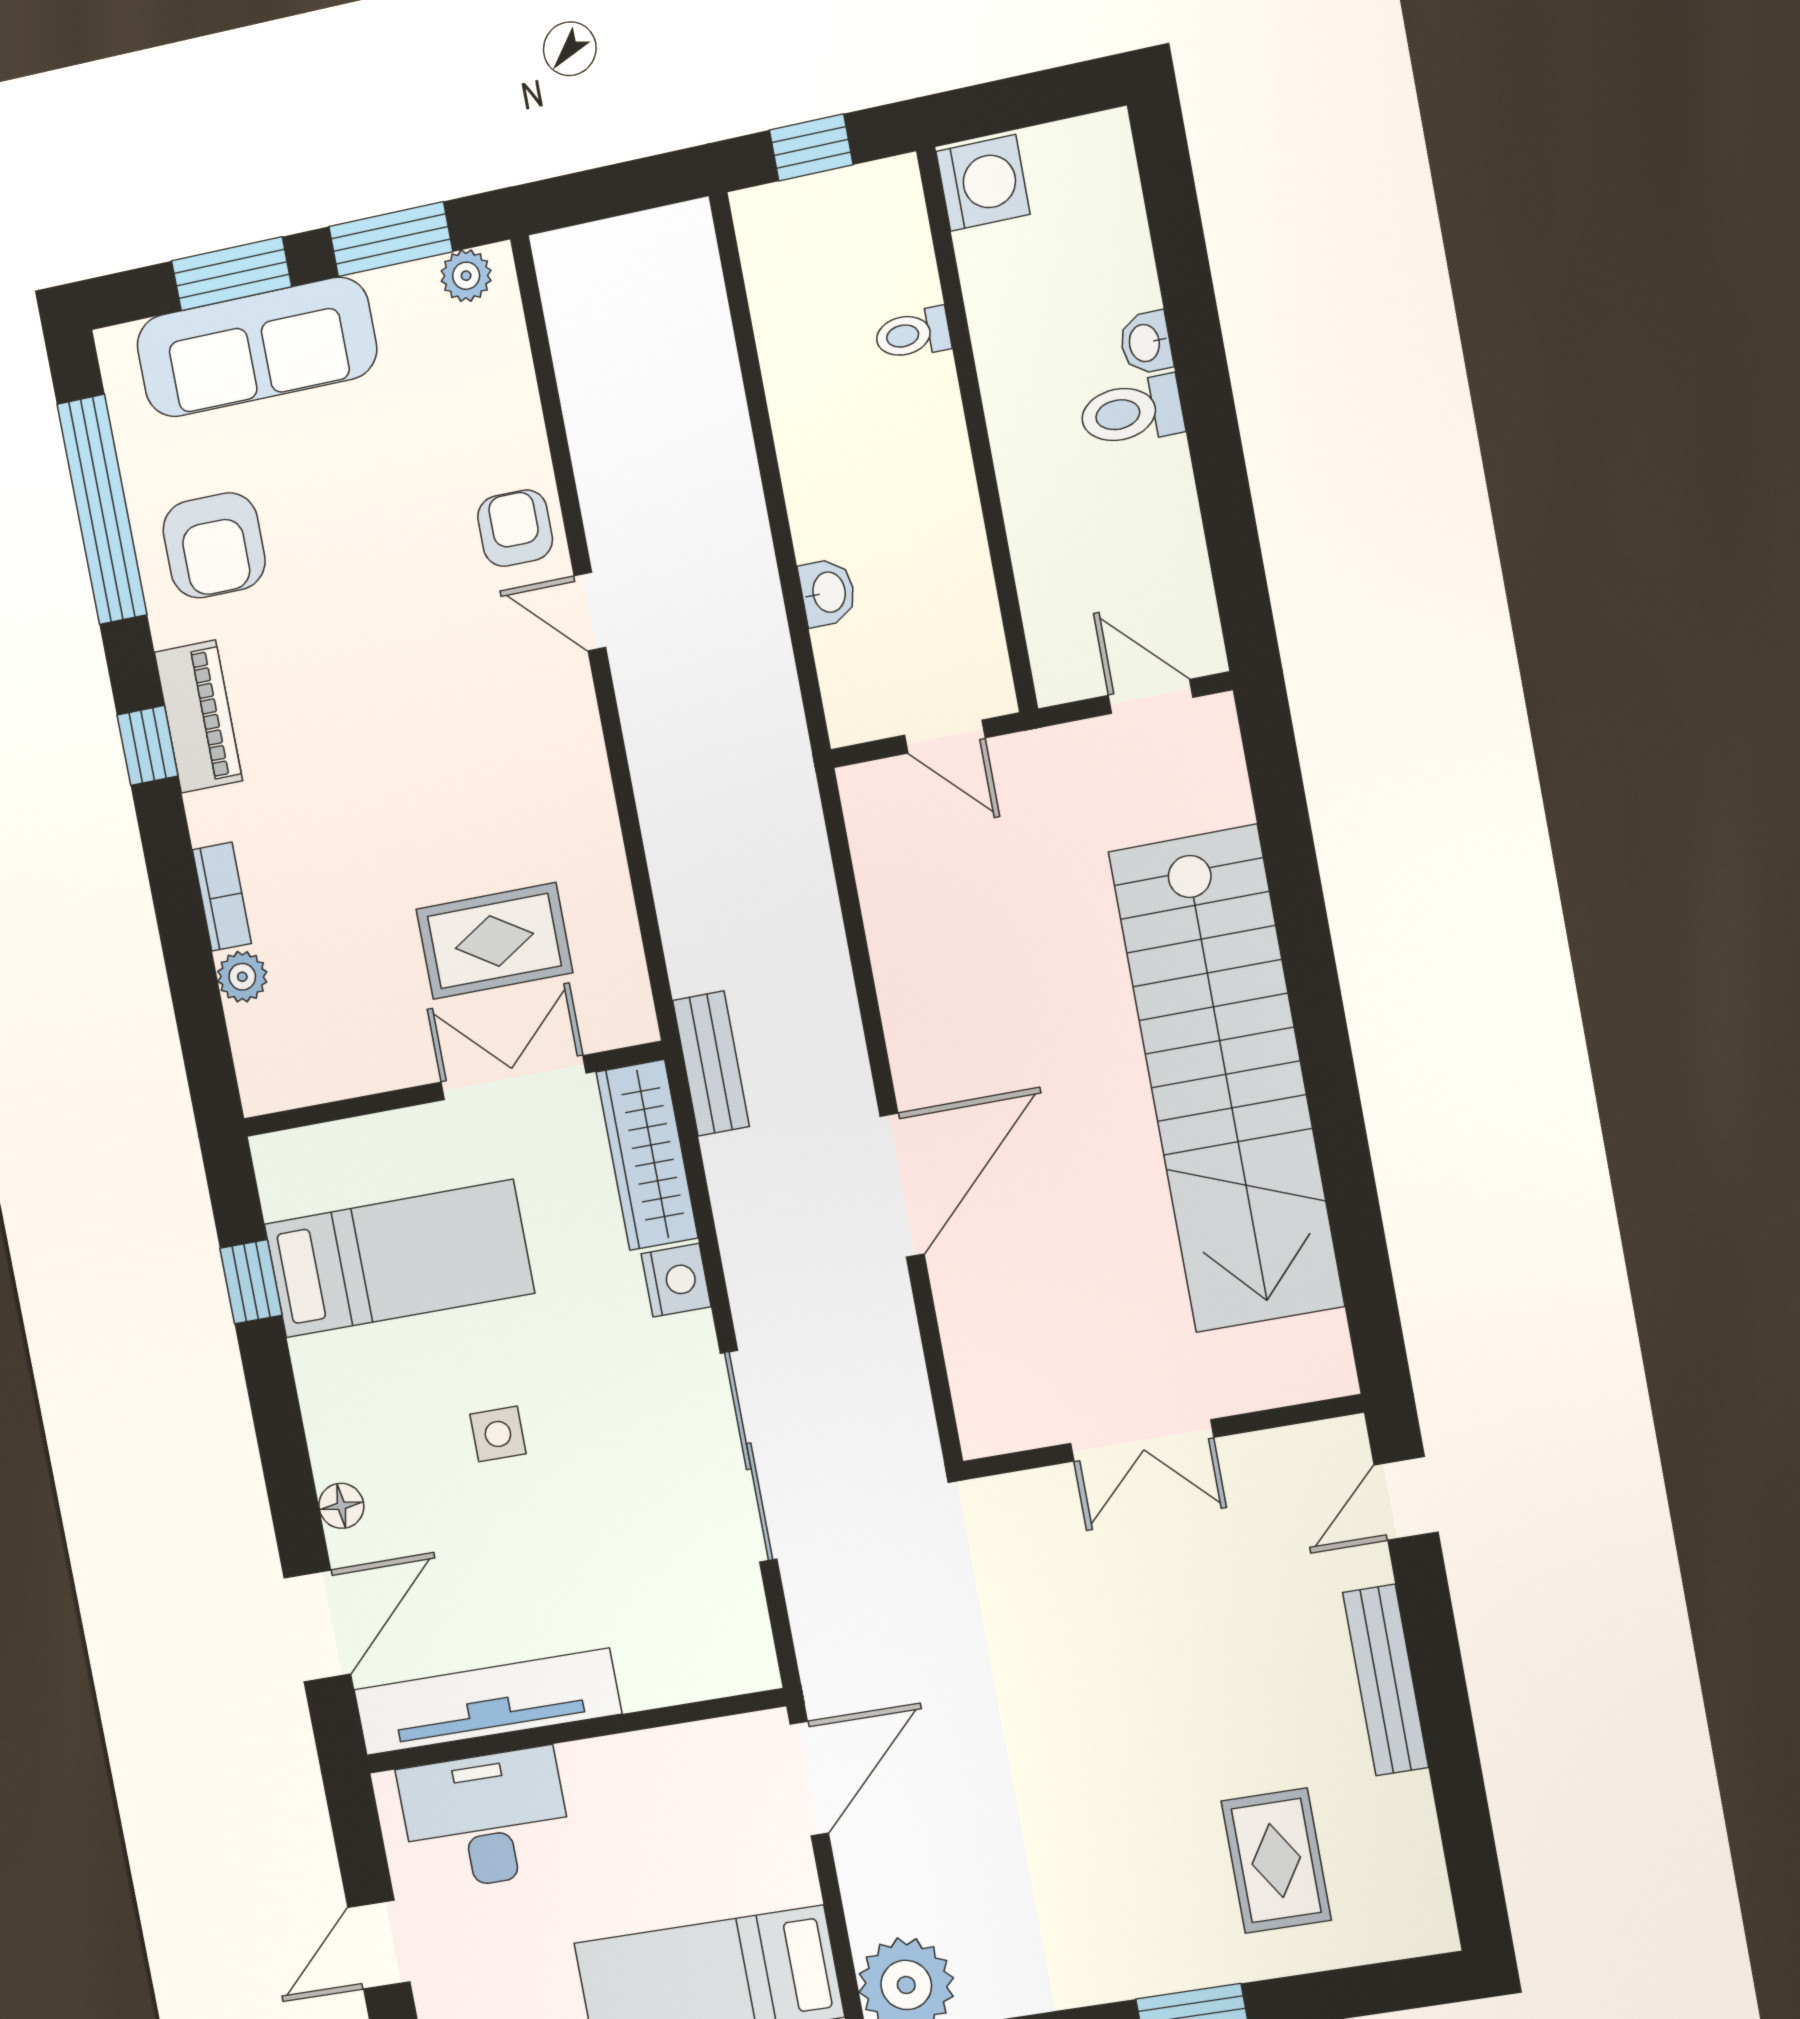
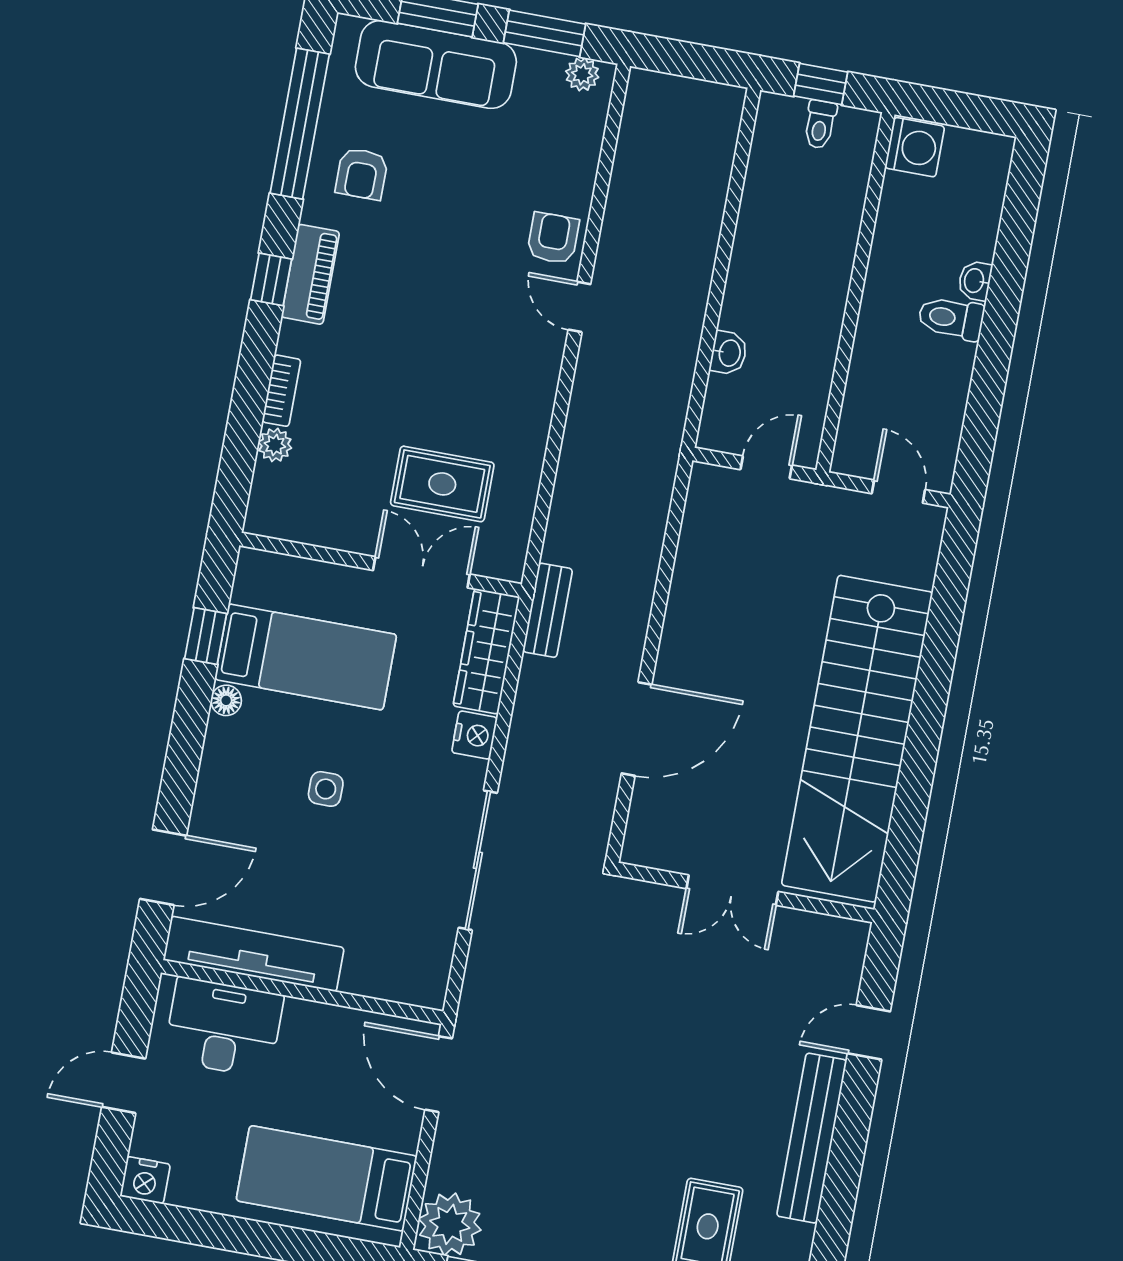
toilet: (913, 334) -> (820, 124), moved, turned -90
armchair: (214, 545) -> (362, 174), width x0.72, depth x0.72
door: (945, 737) -> (766, 467), swing flipped
wall: (1162, 1437) -> (745, 893), moved
double door: (1142, 1440) -> (732, 890), moved
floor lamp: (341, 1506) -> (226, 700), moved
bench: (1386, 1680) -> (812, 1138), width x1.37, depth x1.21
door: (809, 1778) -> (439, 1074), swing flipped

